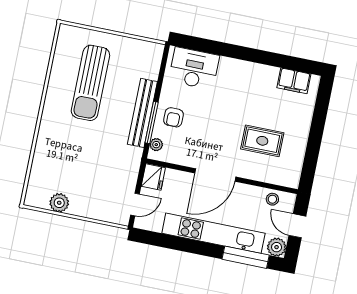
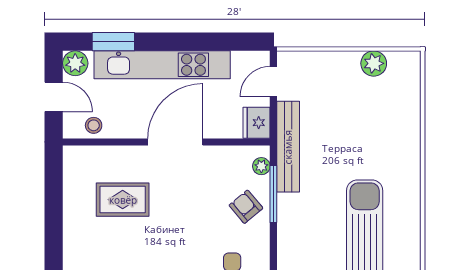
bench: (142, 113) -> (288, 147), moved
armchair: (173, 117) -> (246, 207), turned -40
window: (246, 257) -> (113, 42), width x0.69

